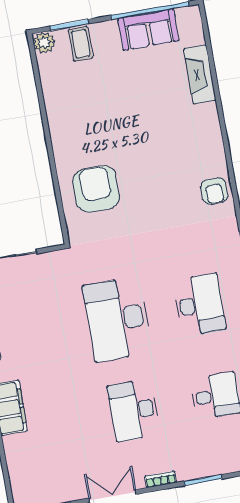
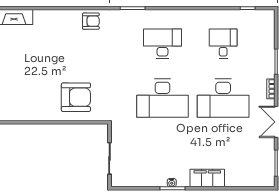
armchair: (96, 189) -> (76, 97), turned 180
desk: (134, 410) -> (223, 98), width x1.36, depth x1.30

